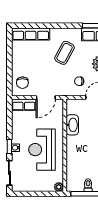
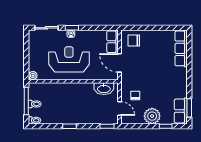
coffee table: (64, 53) -> (163, 81), removed
washbasin: (72, 125) -> (104, 89), moved

